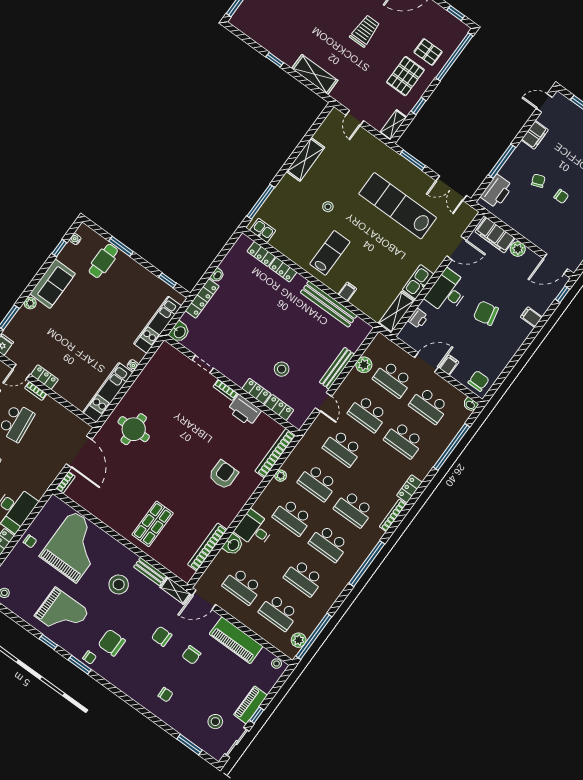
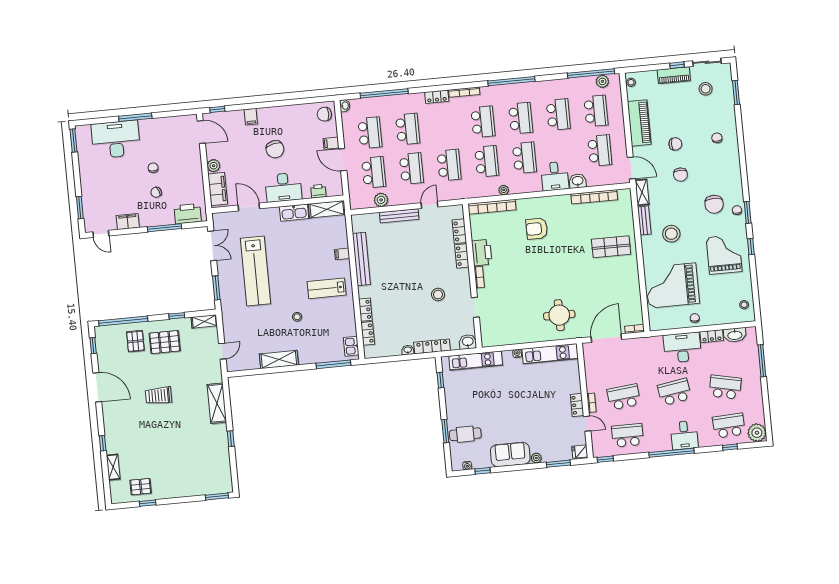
stool: (282, 369) -> (438, 295), moved

